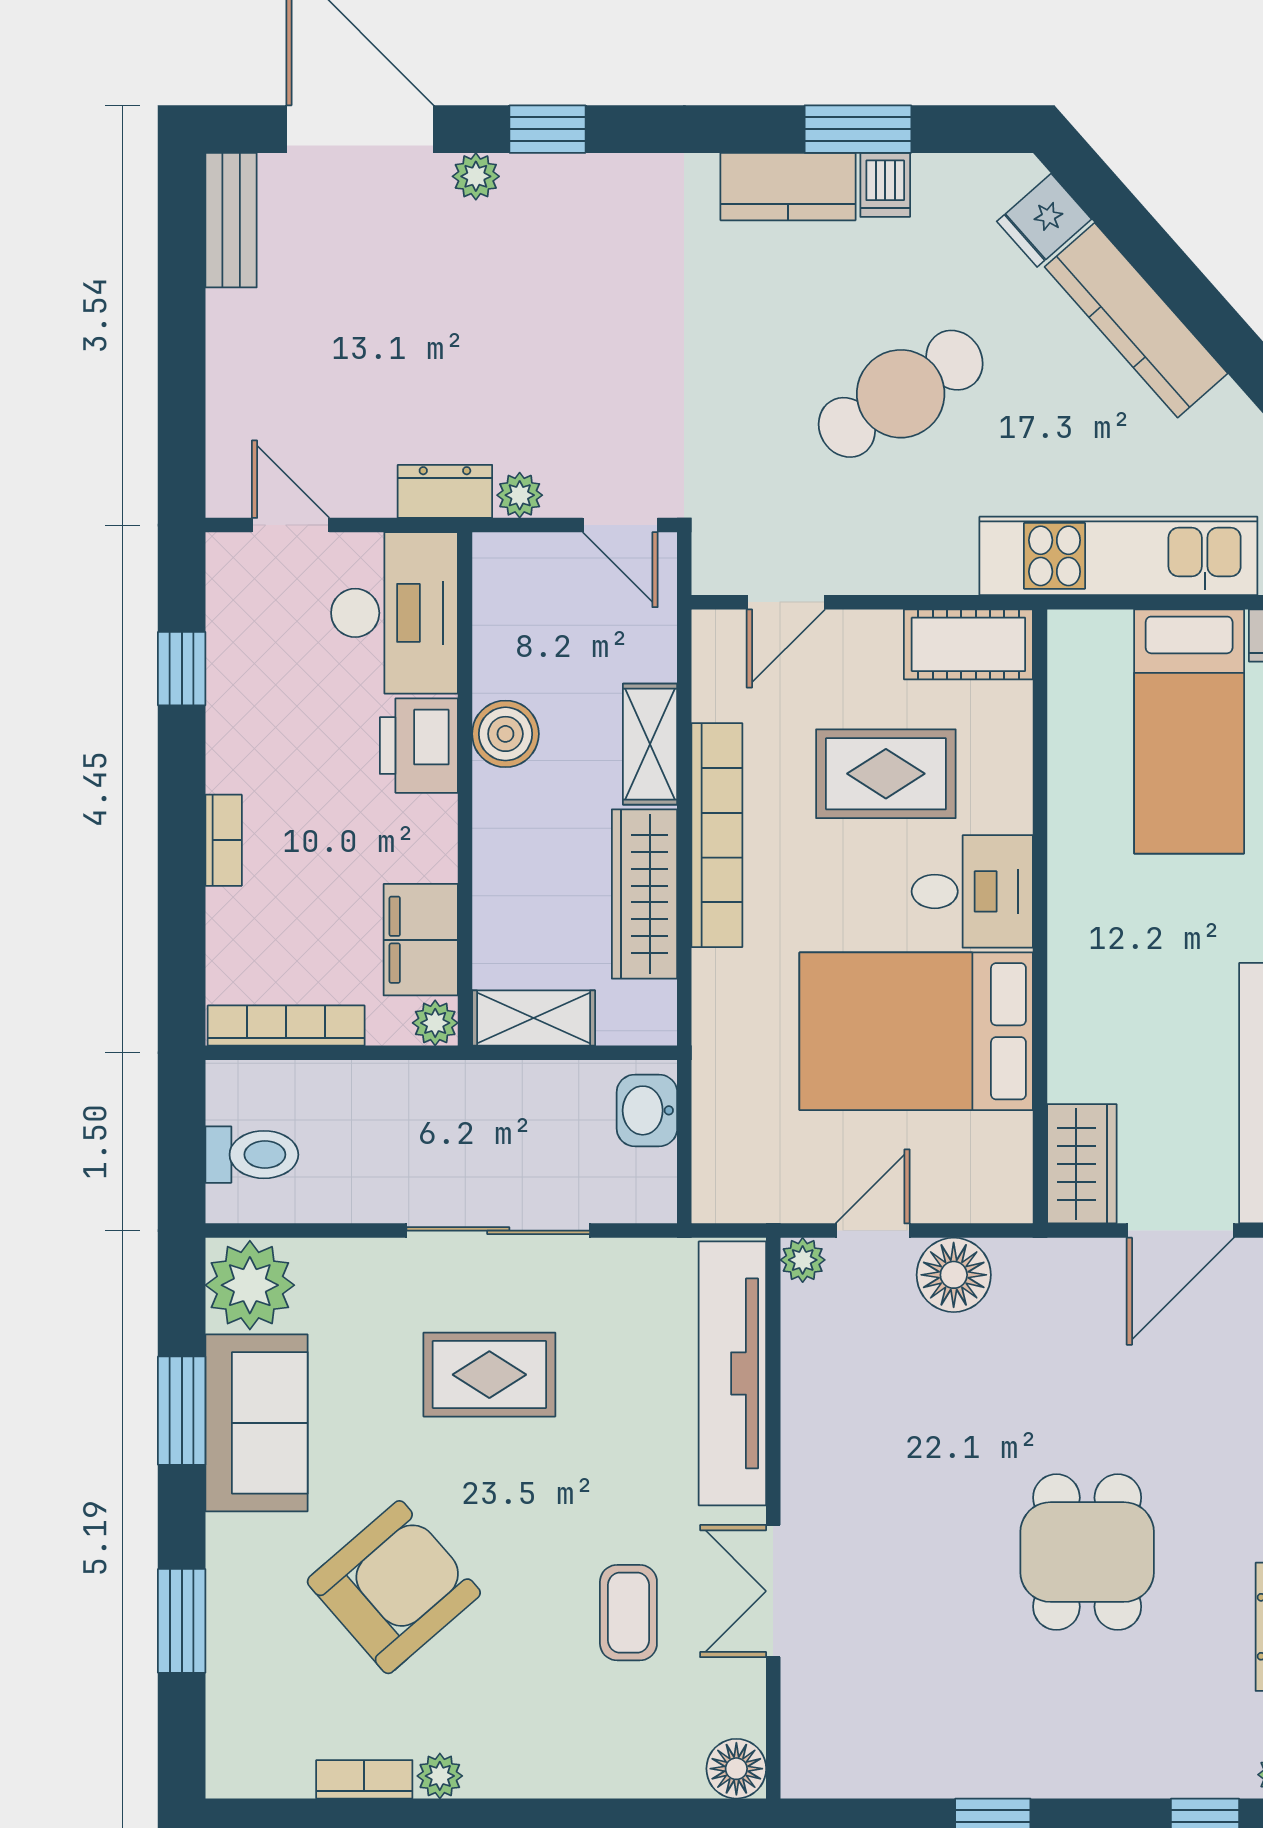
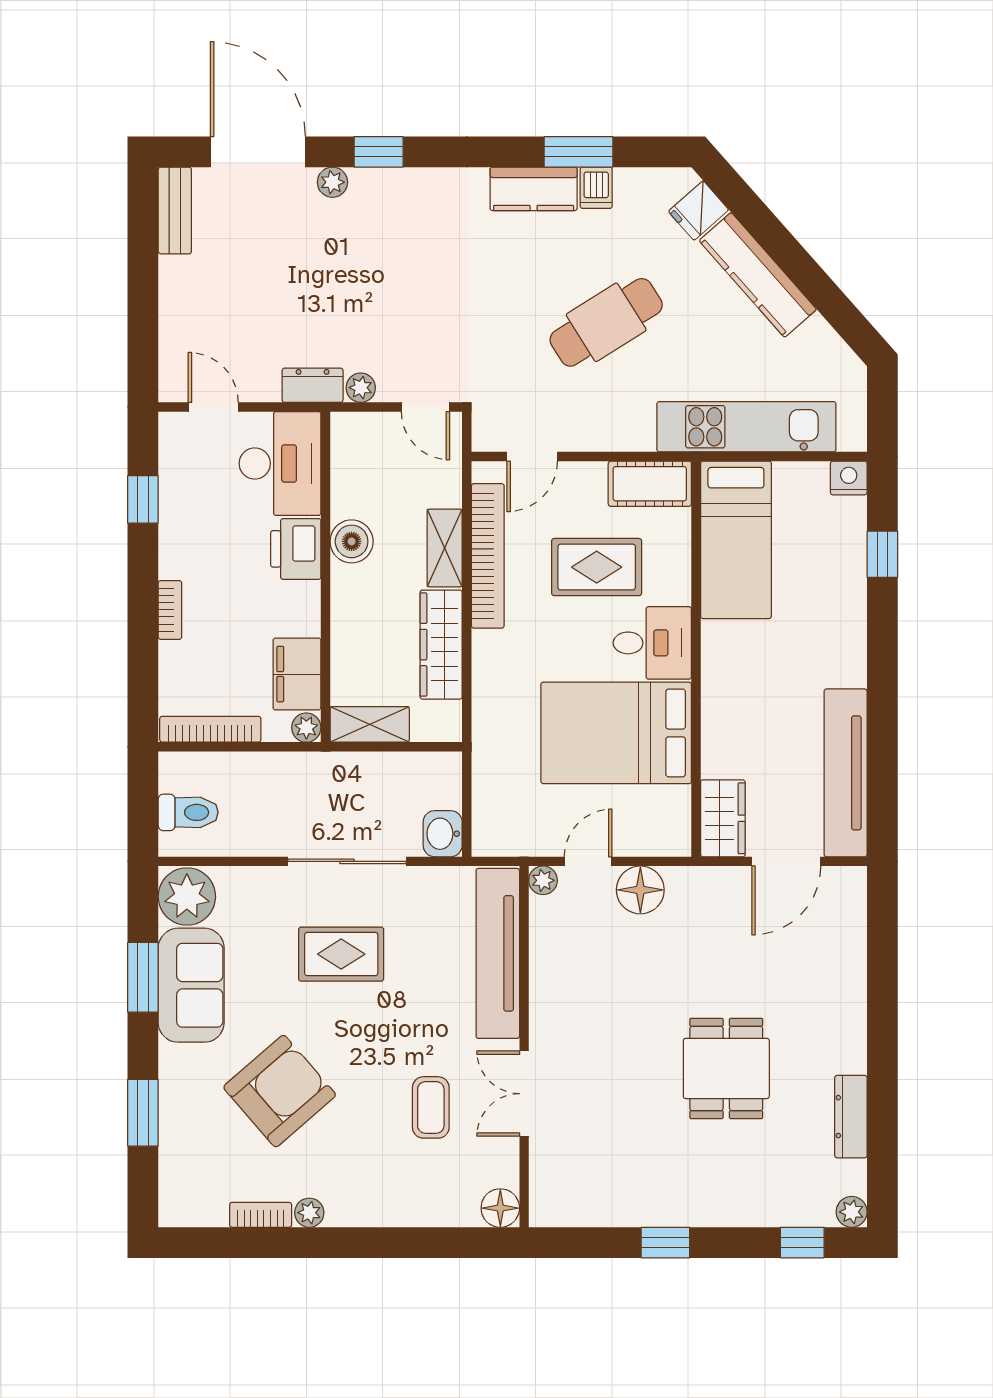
bed: (1189, 731) -> (736, 540), moved
bookcase: (717, 835) -> (488, 556), moved
washbasin: (647, 1110) -> (443, 834), moved

